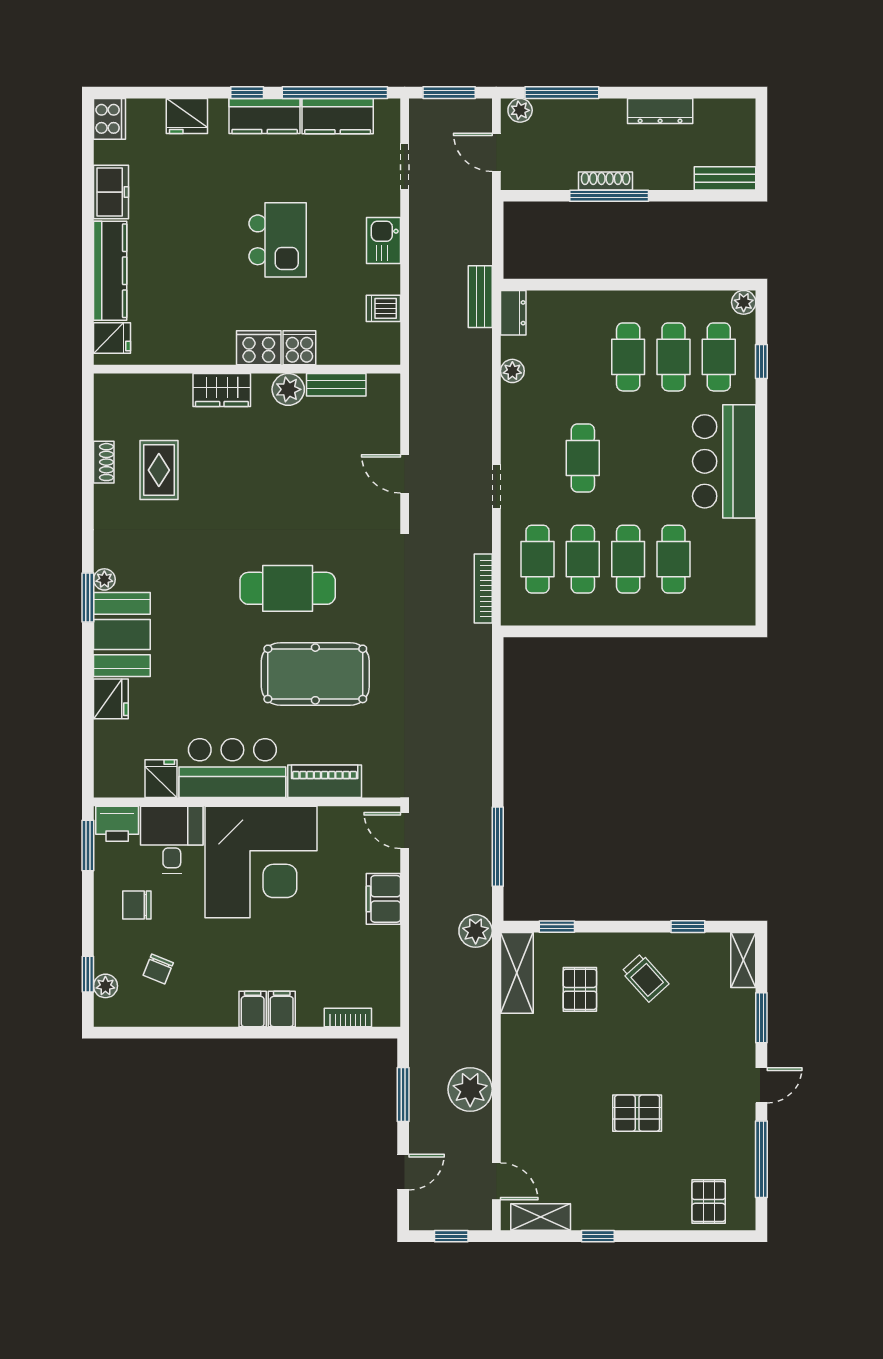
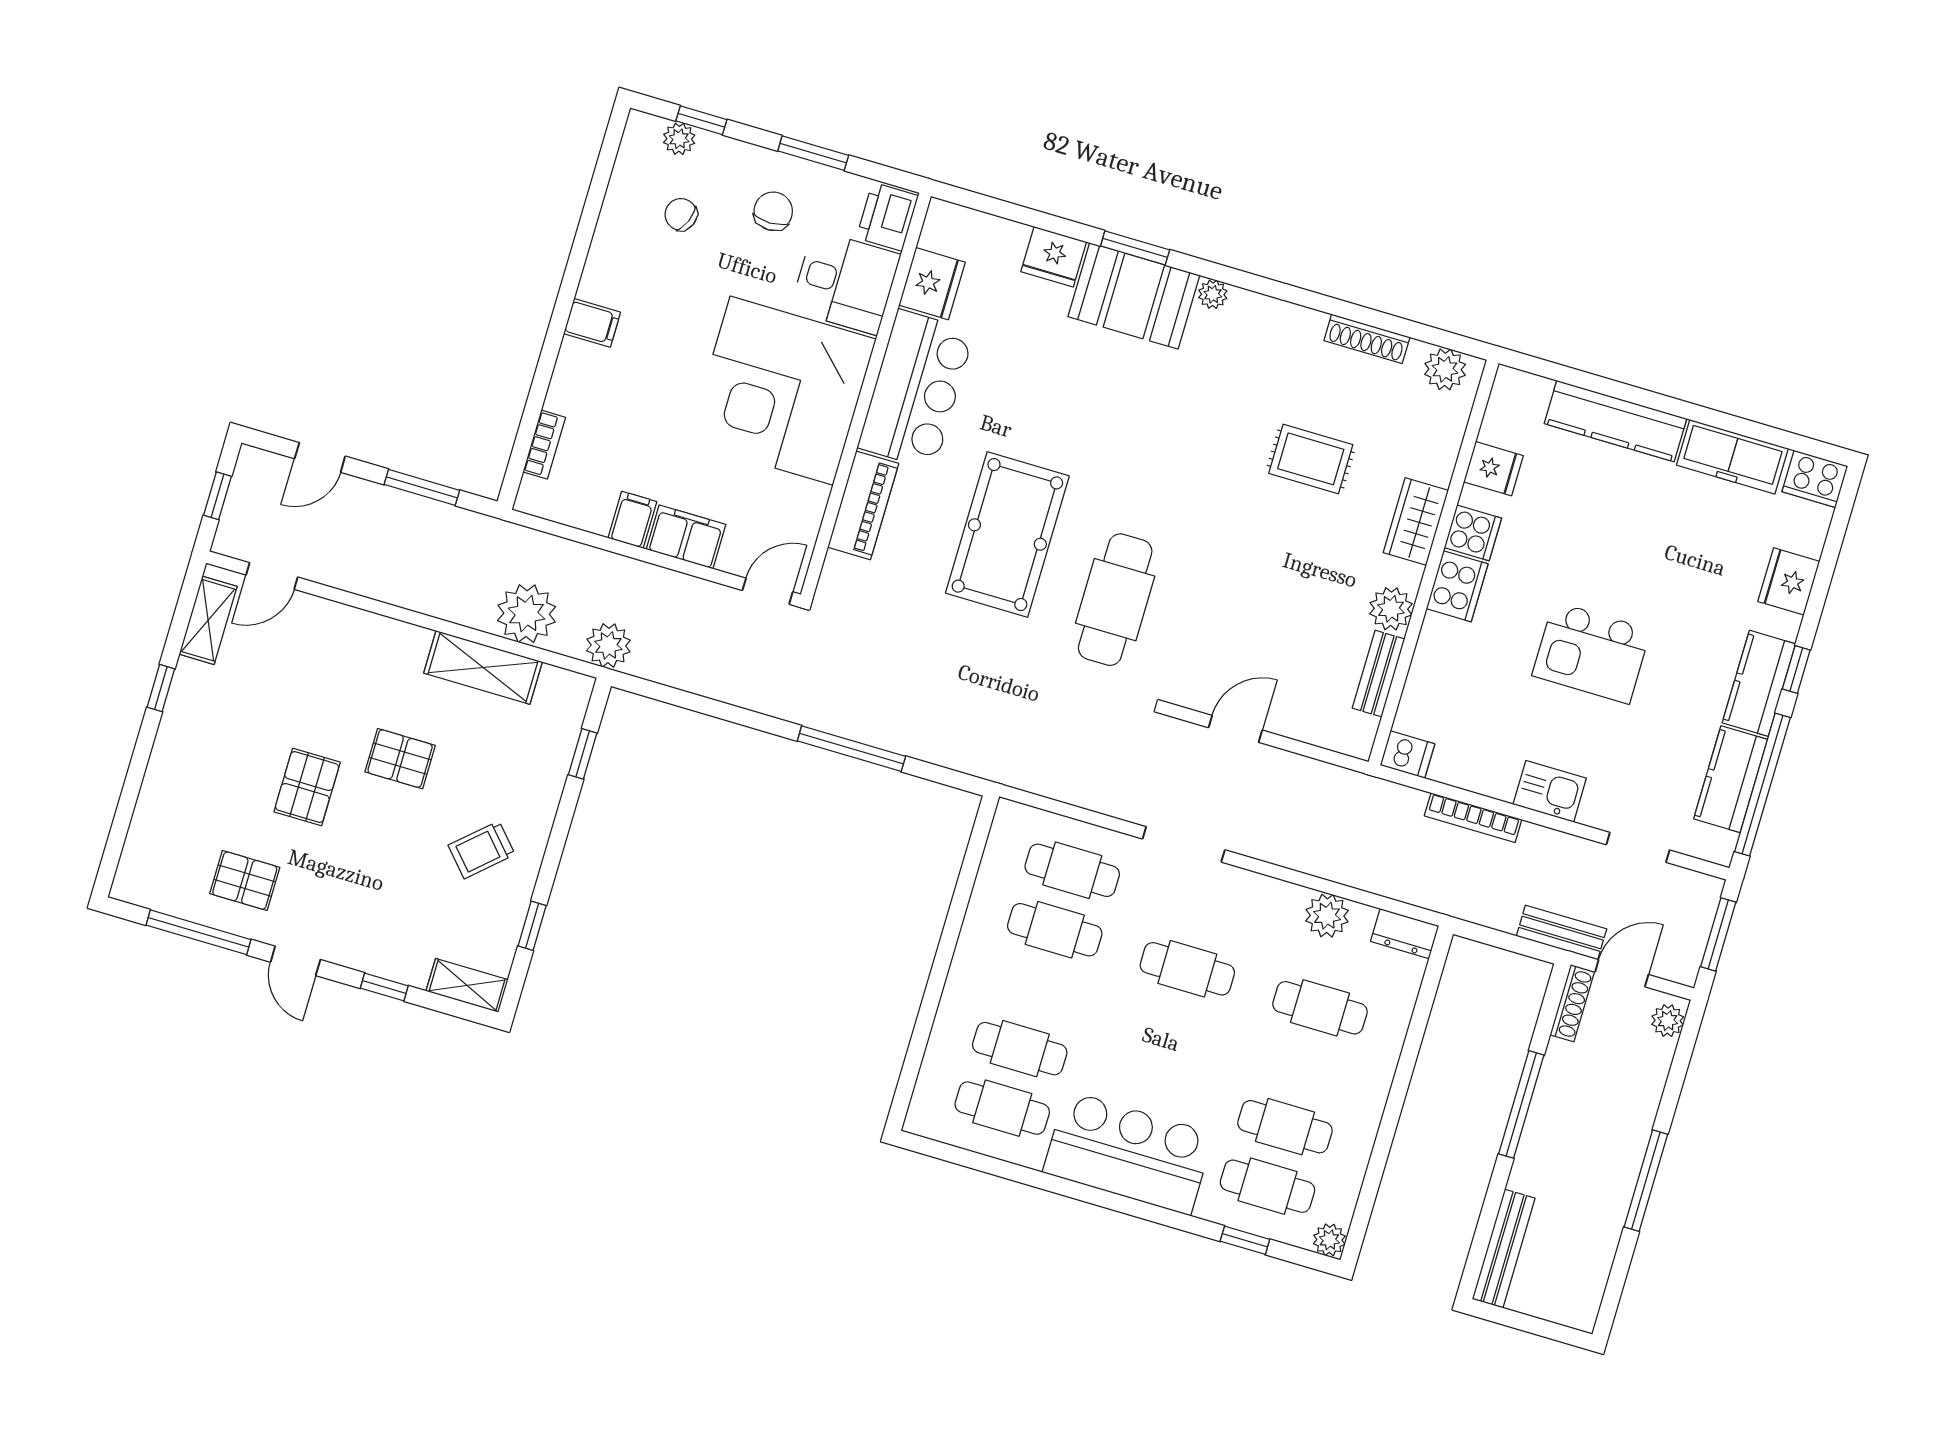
window: (562, 93) -> (1646, 1181), moved
dresser: (660, 111) -> (1613, 1204), removed
bench: (725, 178) -> (1504, 1249), width x1.36
shoe rack: (606, 181) -> (1572, 1003), moved
freezer: (111, 192) -> (1732, 457), width x1.40
bench: (480, 297) -> (1561, 933), moved
dishwasher: (383, 308) -> (1407, 755), moved, turned 90
fridge: (112, 338) -> (1493, 469), moved, turned -90
cooker: (299, 348) -> (1473, 533), moved
cafe table: (628, 357) -> (1320, 1008), moved
plant: (512, 371) -> (1327, 916), width x1.38, depth x1.38
plant: (109, 401) -> (1445, 369), added
shoe rack: (104, 462) -> (1367, 339), width x1.43
rug: (159, 470) -> (1311, 459), moved
doorway: (496, 486) -> (1184, 844), width x1.38
cafe table: (628, 559) -> (1002, 1108), moved
cafe table: (288, 588) -> (1115, 600), moved
bookcase: (483, 588) -> (1473, 818), moved, turned 180
window: (88, 598) -> (1135, 248), moved
fridge: (161, 779) -> (932, 284), width x1.38
window: (88, 846) -> (813, 153), moved
window: (498, 847) -> (851, 749), moved
shelving: (517, 973) -> (483, 667), moved
pallet: (580, 989) -> (400, 759), moved
filing cabinet: (282, 1009) -> (632, 520), moved, turned -90
window: (761, 1018) -> (384, 987), width x0.67
plant: (470, 1089) -> (527, 614), moved
door: (403, 1172) -> (320, 457), hinge flipped
pallet: (709, 1201) -> (245, 881), moved

